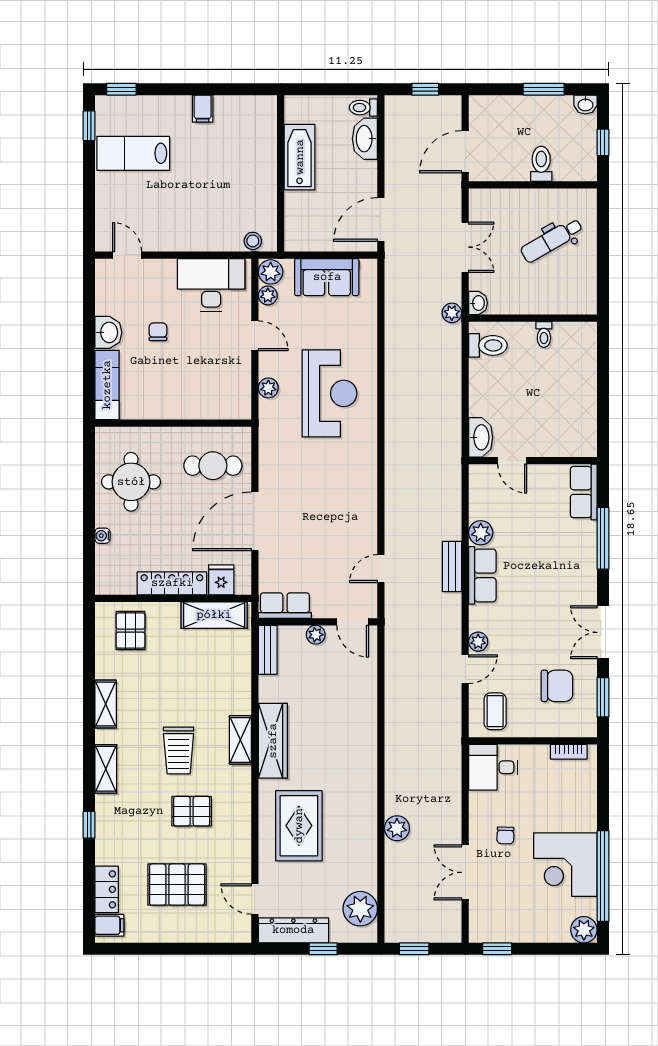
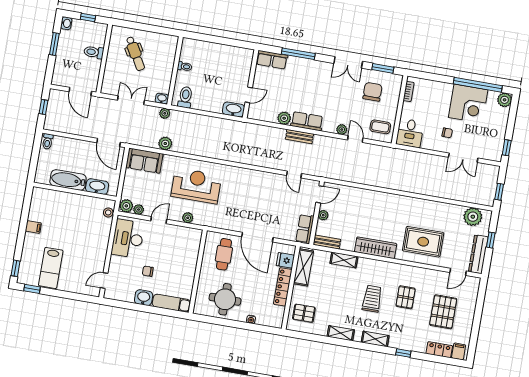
washbasin: (365, 139) -> (97, 187), moved, turned 180
sofa: (327, 277) -> (144, 161), moved, turned 90
shelving: (240, 740) -> (344, 260), moved
trolley: (179, 750) -> (372, 299), turned -90
plant: (397, 828) -> (165, 143), moved

